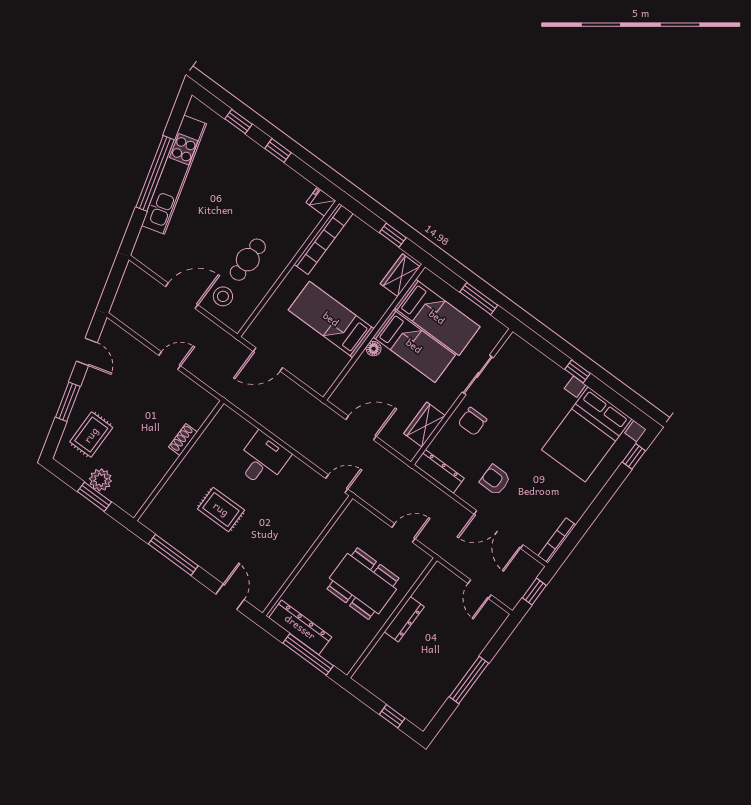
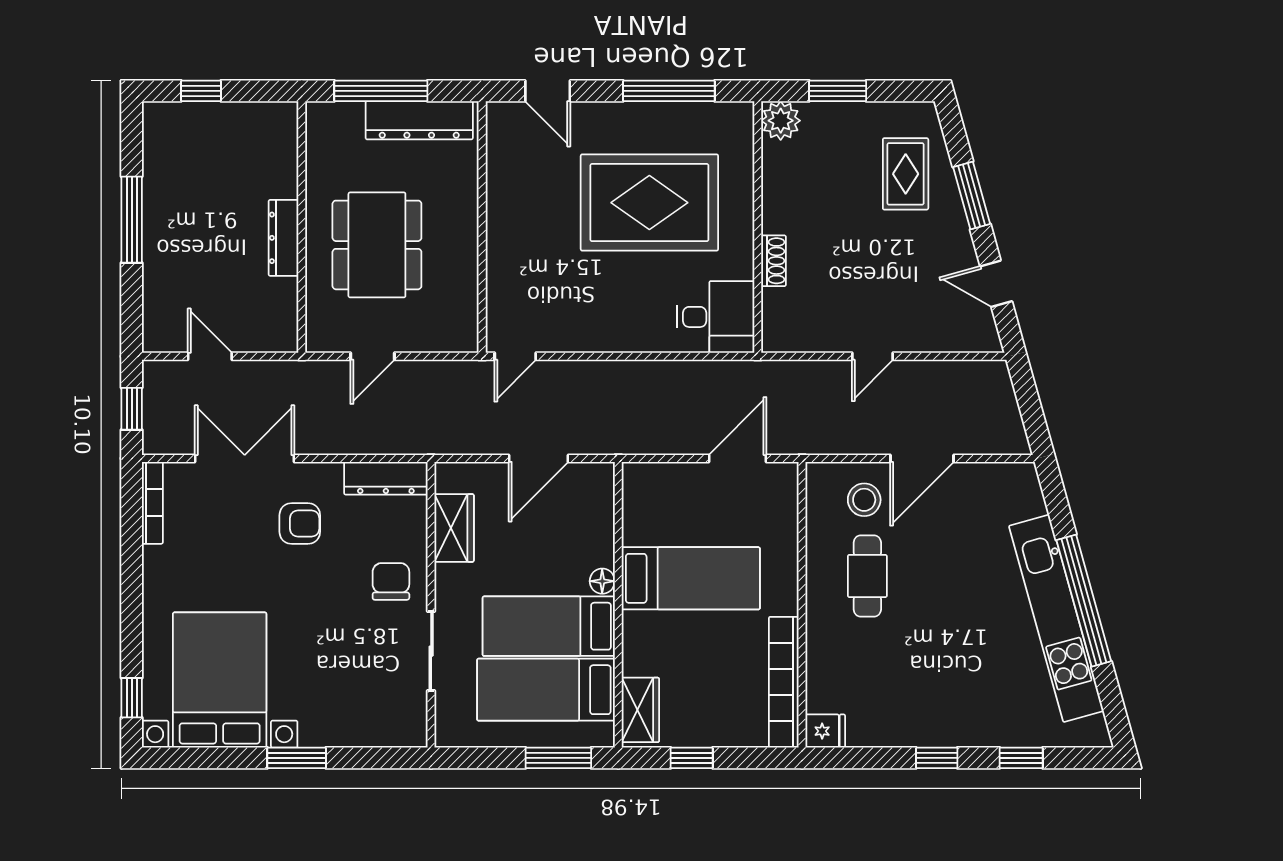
window: (479, 299) -> (558, 758), moved
window: (577, 371) -> (297, 758), width x1.50
desk: (262, 460) -> (716, 317), moved, turned -90
plant: (100, 480) -> (781, 121), moved
rug: (221, 509) -> (649, 203), width x1.86, depth x2.06
dining table: (363, 584) -> (377, 245), turned 90

